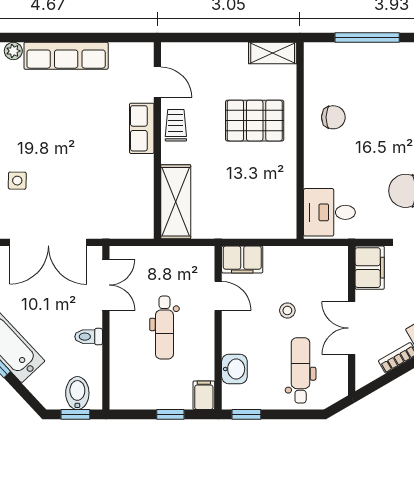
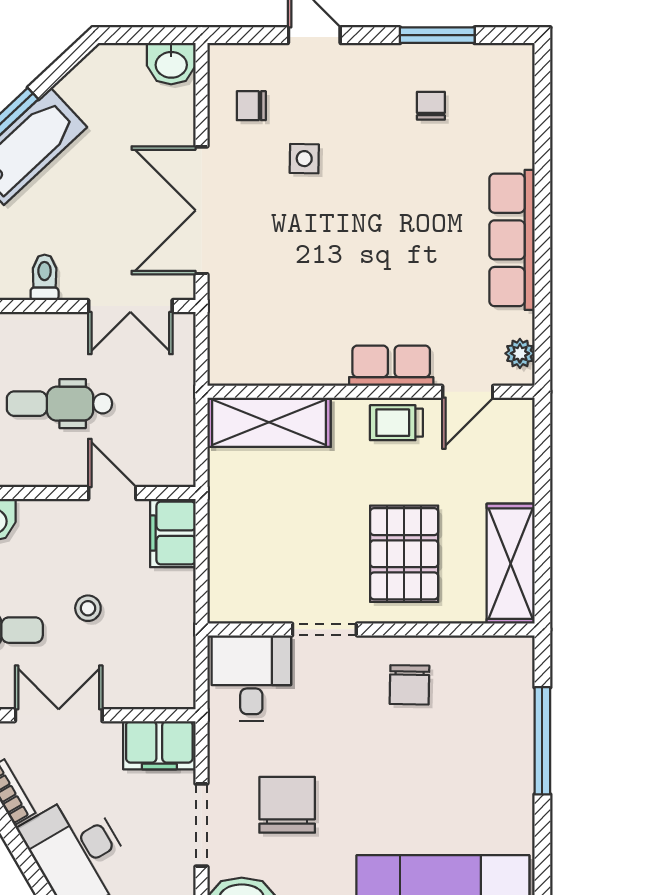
plant: (13, 51) -> (520, 353), moved
shelving: (273, 53) -> (511, 564), width x1.50, depth x1.33
trolley: (176, 125) -> (396, 423), turned 180
doorway: (300, 168) -> (324, 629), added
door: (218, 296) -> (112, 493), swing flipped

